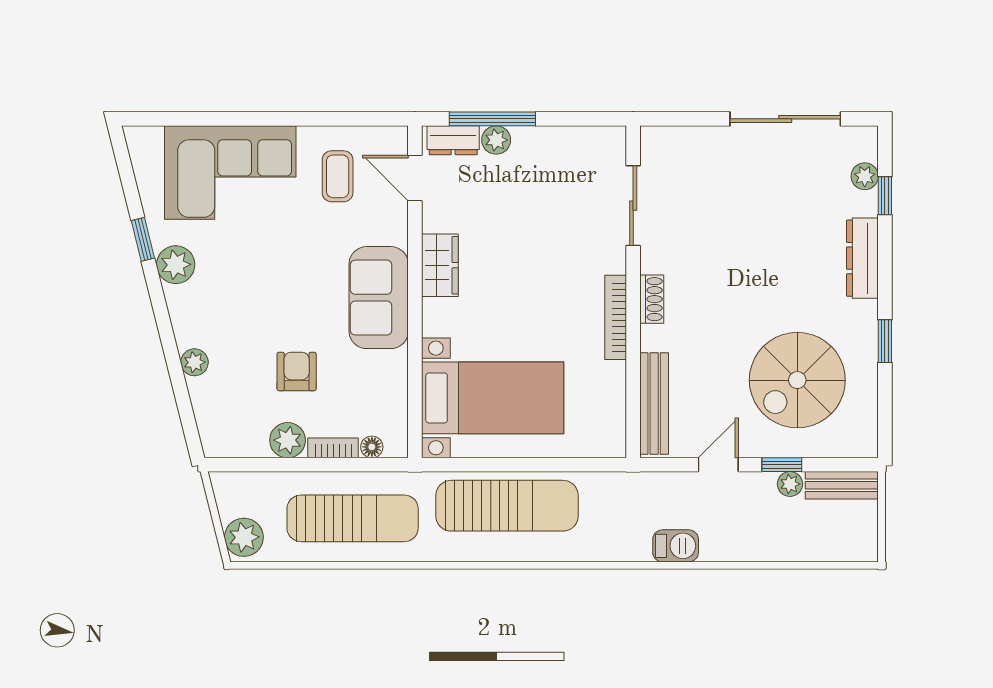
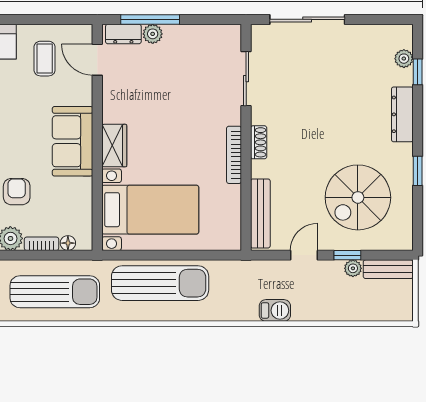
sliding door: (785, 119) -> (307, 19), moved
wardrobe: (440, 265) -> (114, 146), moved

